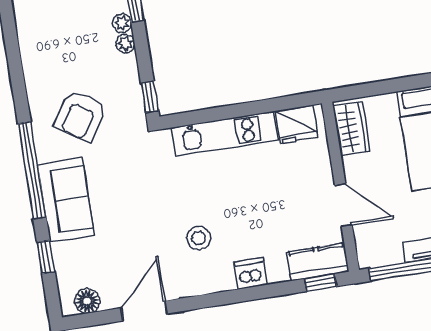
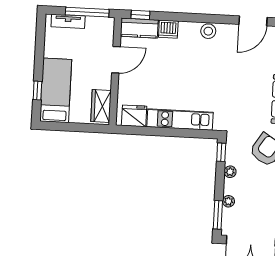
plant: (125, 44) -> (230, 172), moved
door: (343, 205) -> (116, 60), swing flipped
stool: (199, 238) -> (208, 31), moved
dishwasher: (250, 273) -> (168, 29), moved

